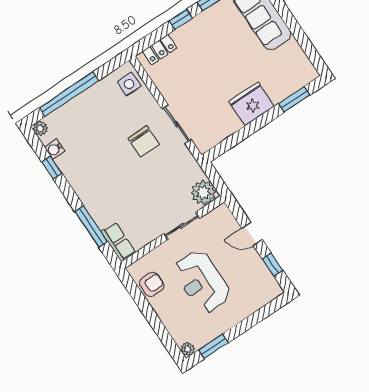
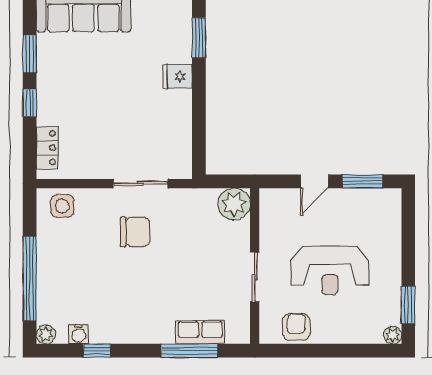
fridge: (252, 104) -> (178, 77), width x0.53, depth x0.75
sliding door: (182, 226) -> (255, 277), moved
row of seats: (118, 242) -> (200, 332), moved
window: (273, 265) -> (363, 181), width x1.50

